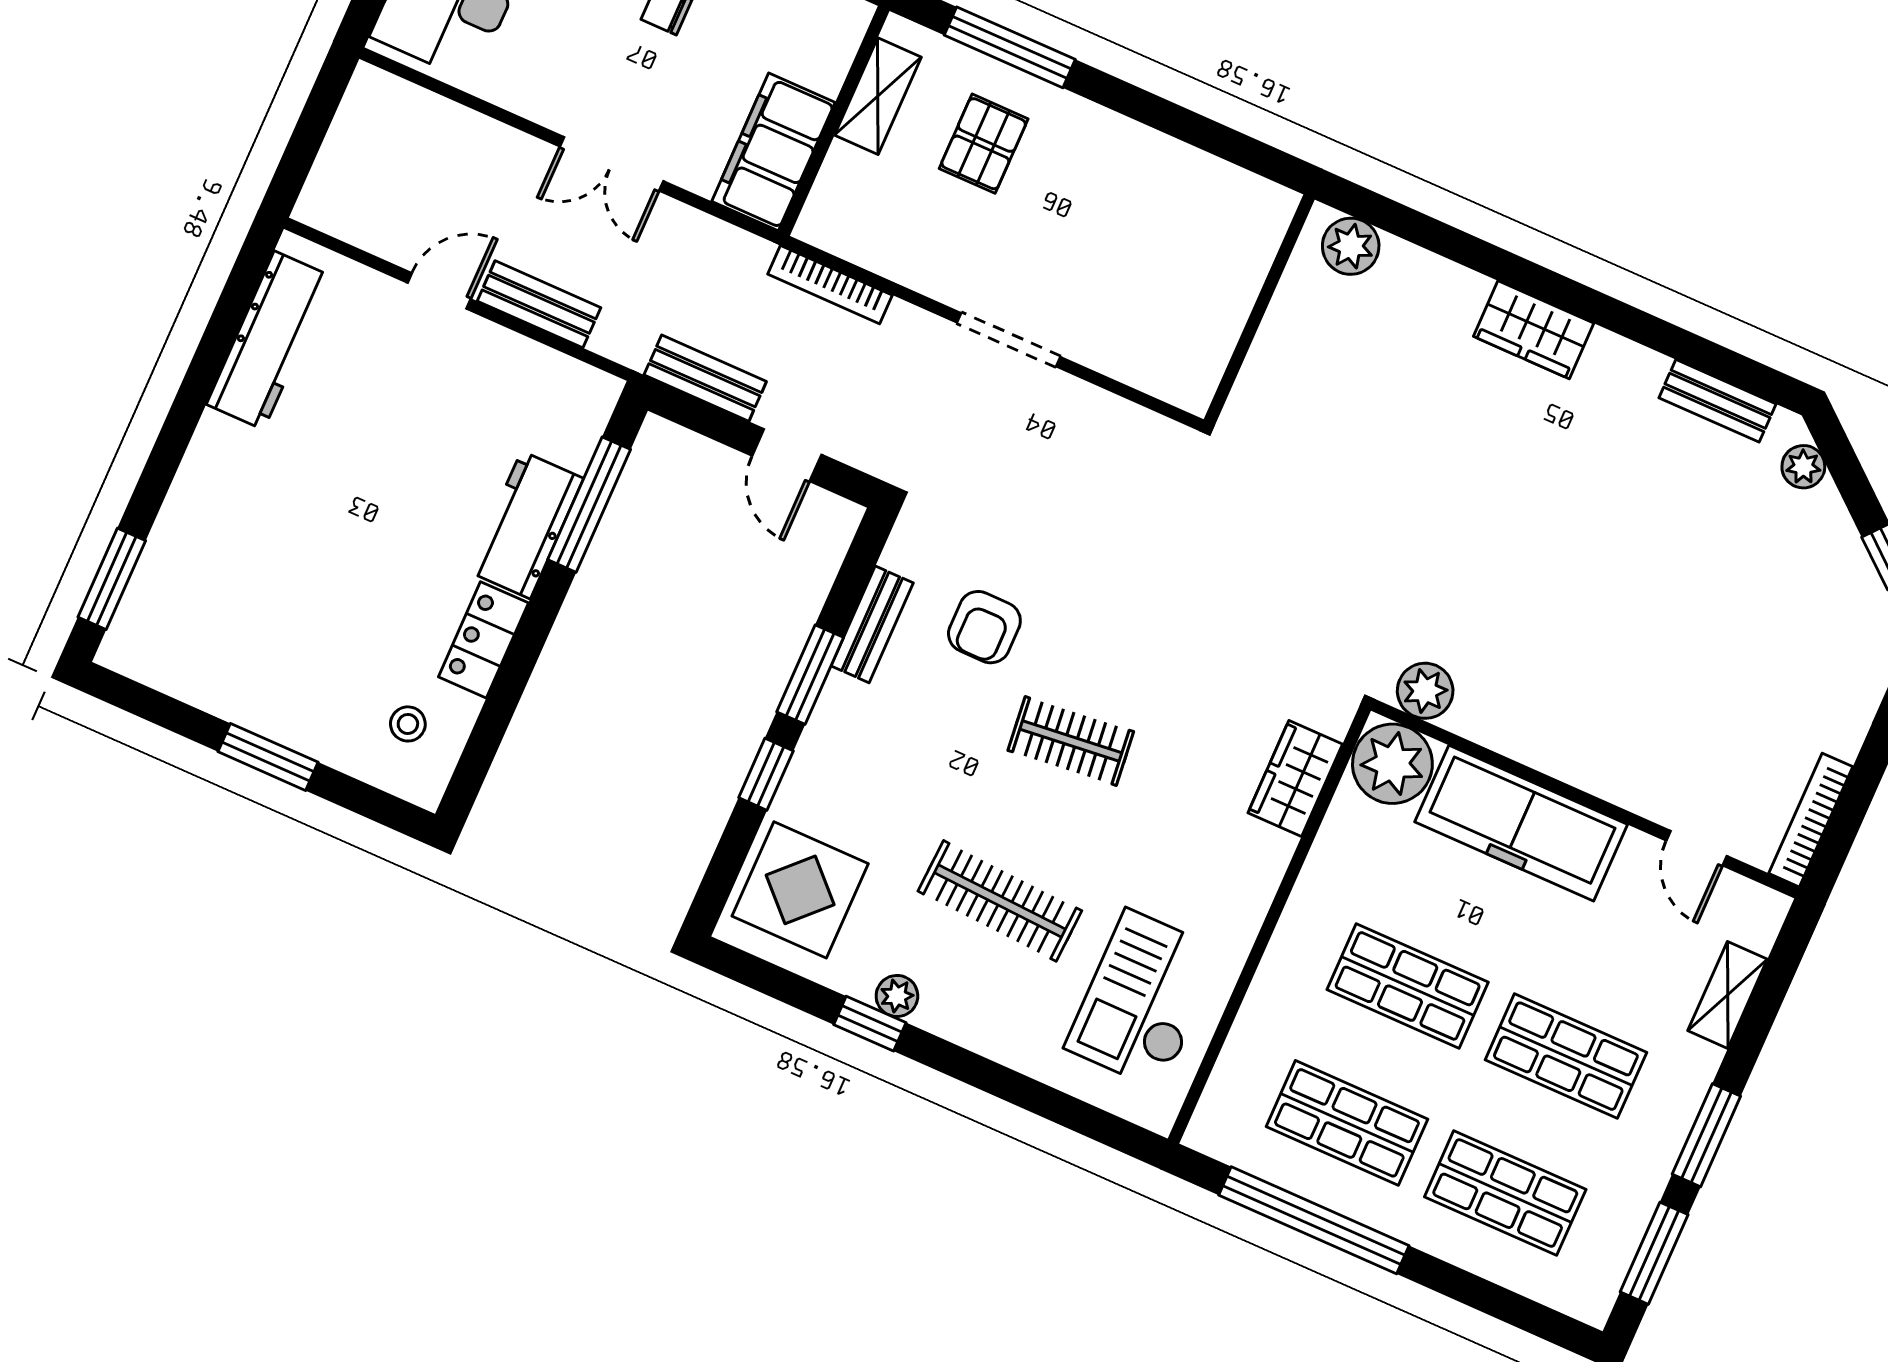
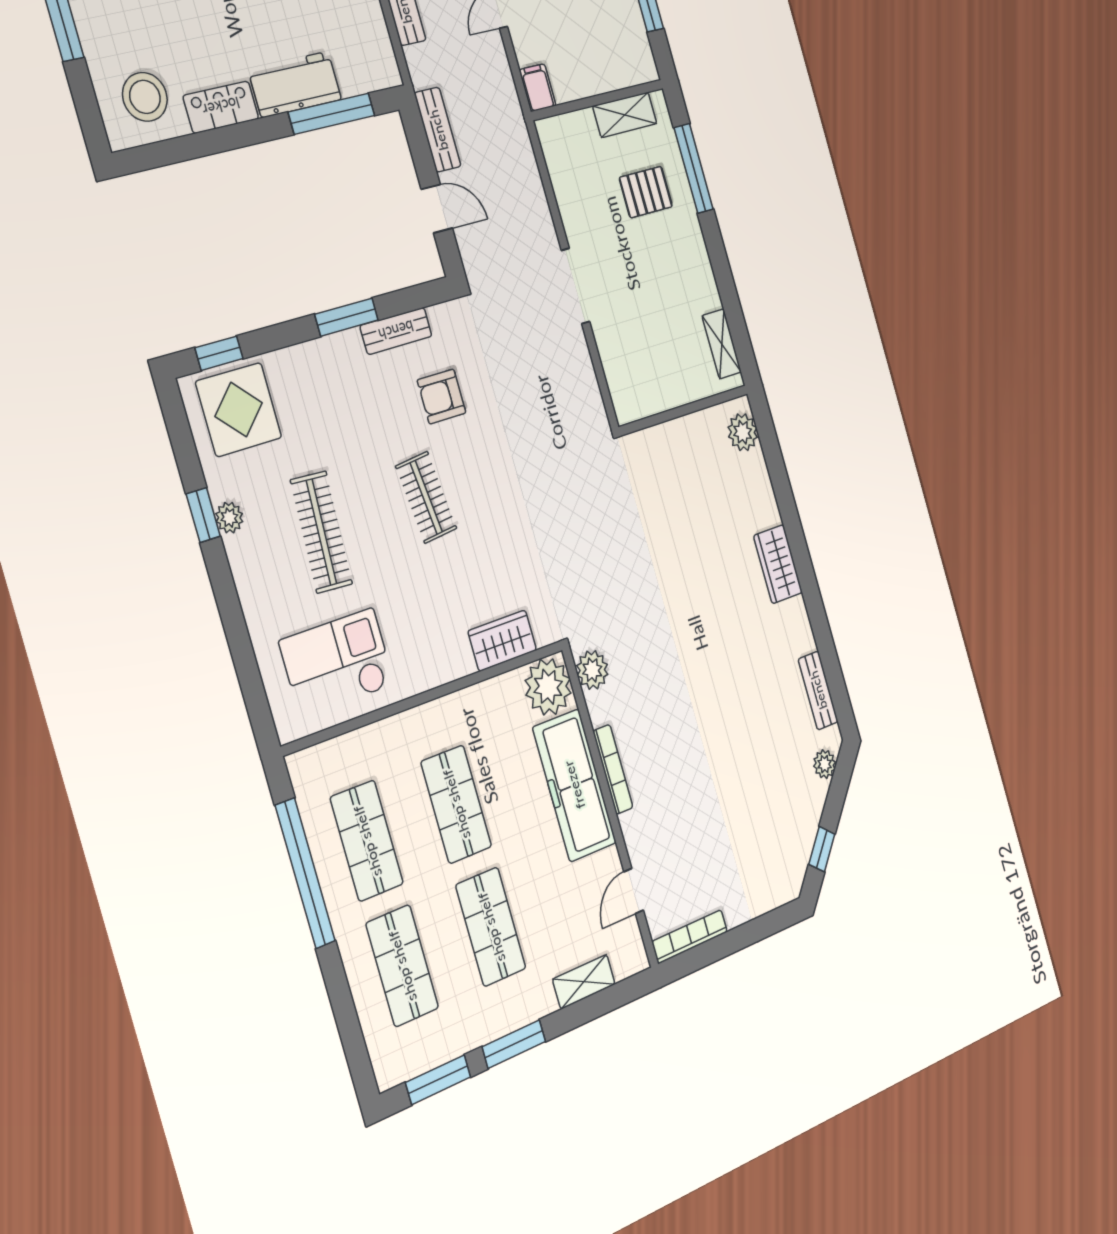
filing cabinet: (773, 152) -> (538, 88), width x0.33, depth x0.86
shelving: (1231, 186) -> (722, 344), added
bookcase: (830, 285) -> (613, 769), moved, turned 180
door: (787, 455) -> (437, 209), swing flipped
stool: (408, 724) -> (145, 97), width x1.89, depth x1.89
window: (766, 774) -> (219, 353), moved

